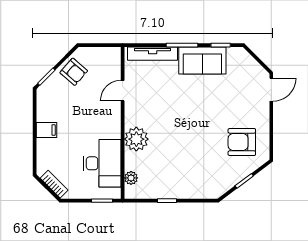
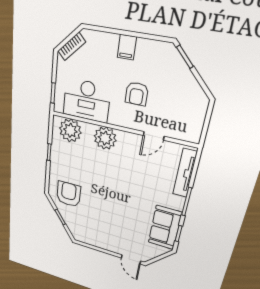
sofa: (202, 60) -> (165, 228), moved
armchair: (74, 72) -> (137, 94), moved, turned -41
door: (123, 91) -> (154, 136), swing flipped
armchair: (242, 142) -> (69, 194), moved
plant: (131, 178) -> (70, 130), width x1.88, depth x1.88

